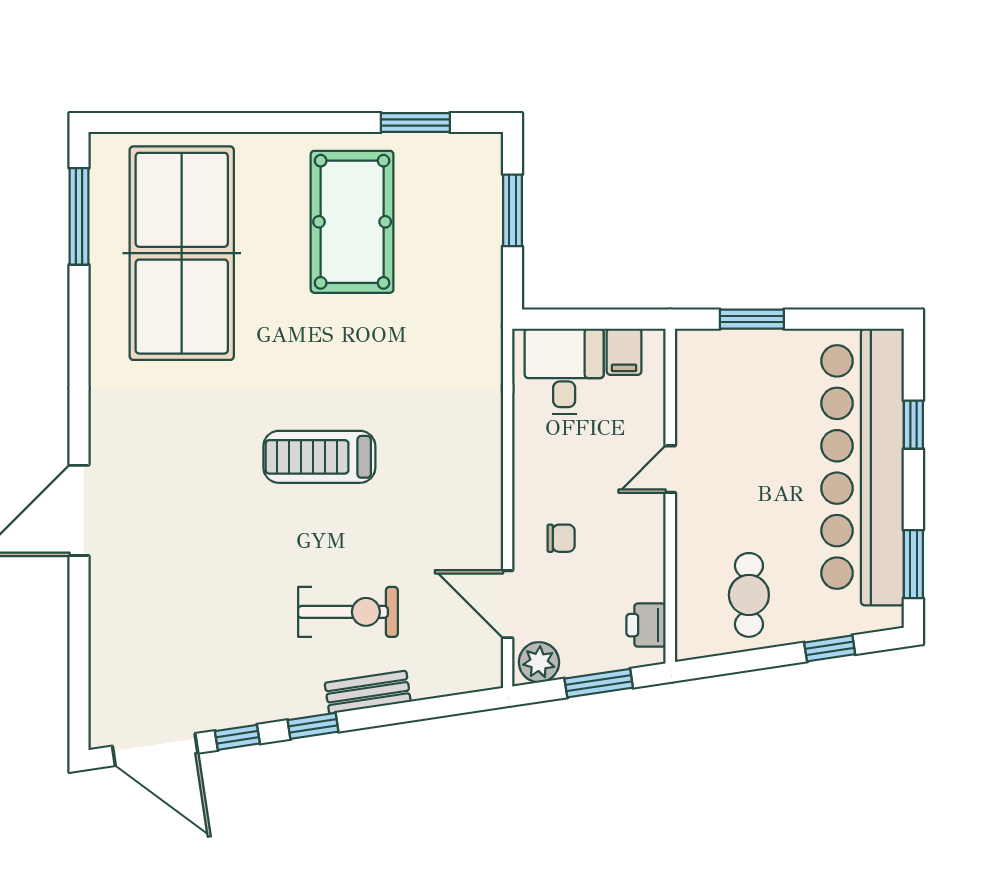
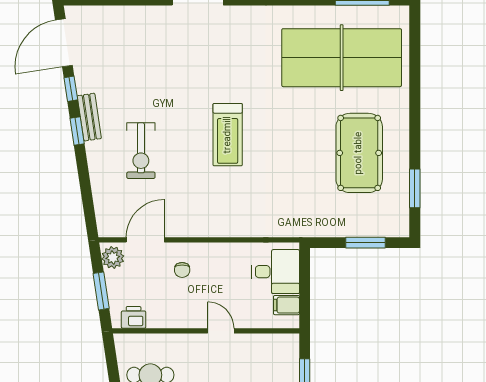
pool table: (352, 222) -> (359, 153), turned 90
treadmill: (319, 457) -> (228, 135), turned 180
bench: (368, 692) -> (89, 117), moved

